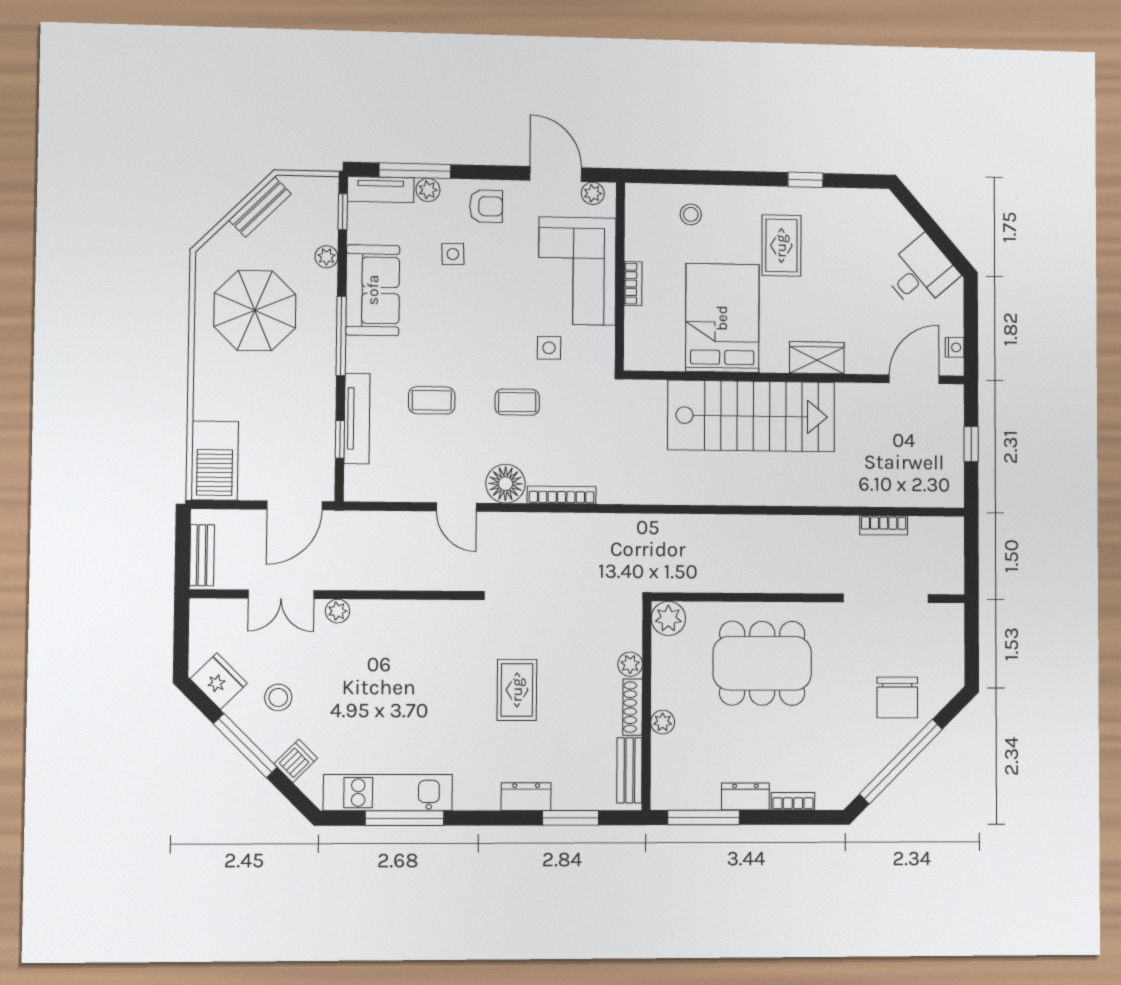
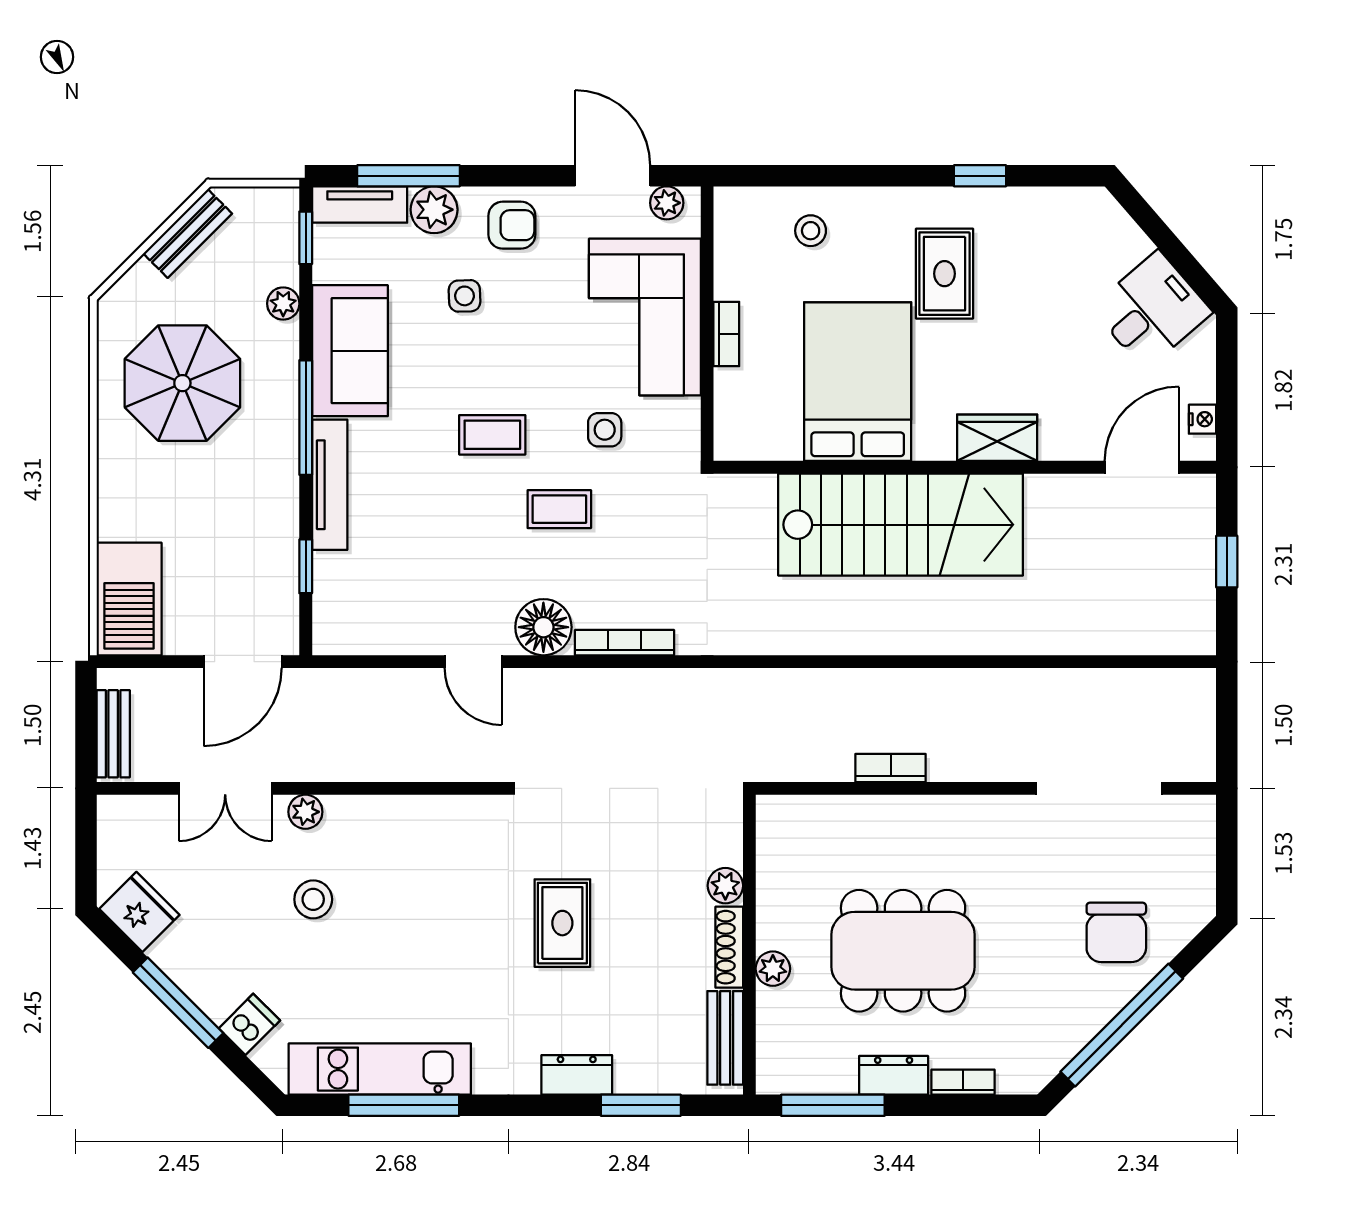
plant: (428, 190) -> (434, 210), width x1.38, depth x1.38
coffee table: (432, 400) -> (492, 435), moved
tv unit: (357, 419) -> (330, 485), moved
bookcase: (884, 525) -> (891, 768), moved, turned 180
plant: (668, 618) -> (780, 820), removed
dining table: (762, 663) -> (903, 951), moved
stool: (278, 697) -> (313, 899), moved

